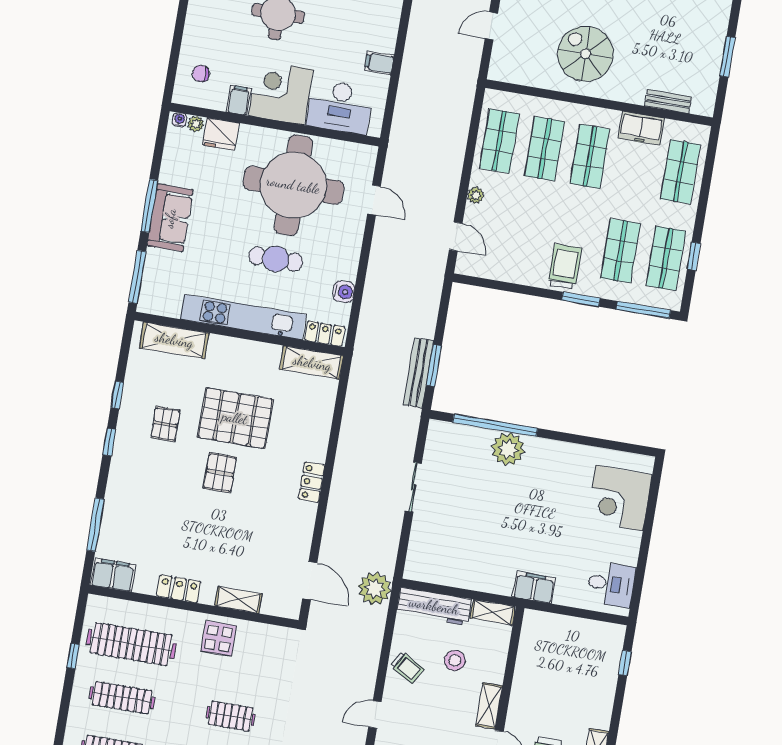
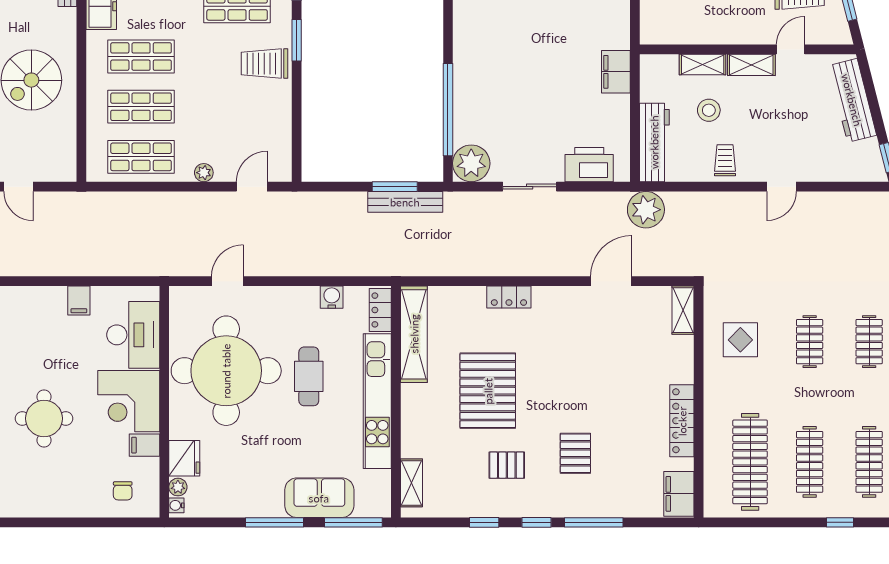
sofa: (170, 218) -> (319, 498), moved
shelving: (174, 340) -> (412, 483), width x0.67, depth x0.75
shelving: (312, 363) -> (414, 334), width x1.47
plant: (508, 449) -> (471, 163), moved
pallet: (220, 473) -> (575, 453), moved, turned 90
locker: (312, 482) -> (509, 297), moved
window: (95, 525) -> (594, 522), moved
printer: (424, 544) -> (589, 165), added
door: (310, 581) -> (611, 281), moved
filing cabinet: (534, 588) -> (616, 72), moved
locker: (179, 589) -> (682, 421), width x1.53
shelving: (238, 600) -> (683, 310), moved
shelving: (493, 612) -> (703, 65), moved, turned 90
display table: (219, 638) -> (740, 340), moved
window: (73, 656) -> (840, 522), moved
trolley: (407, 667) -> (725, 160), turned -30
door: (375, 714) -> (782, 187), hinge flipped

